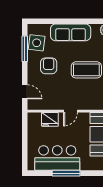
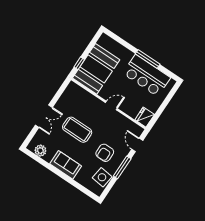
sofa: (71, 32) -> (66, 165), width x0.73
window: (25, 49) -> (122, 167), moved
fridge: (50, 119) -> (145, 117), moved, turned -90

